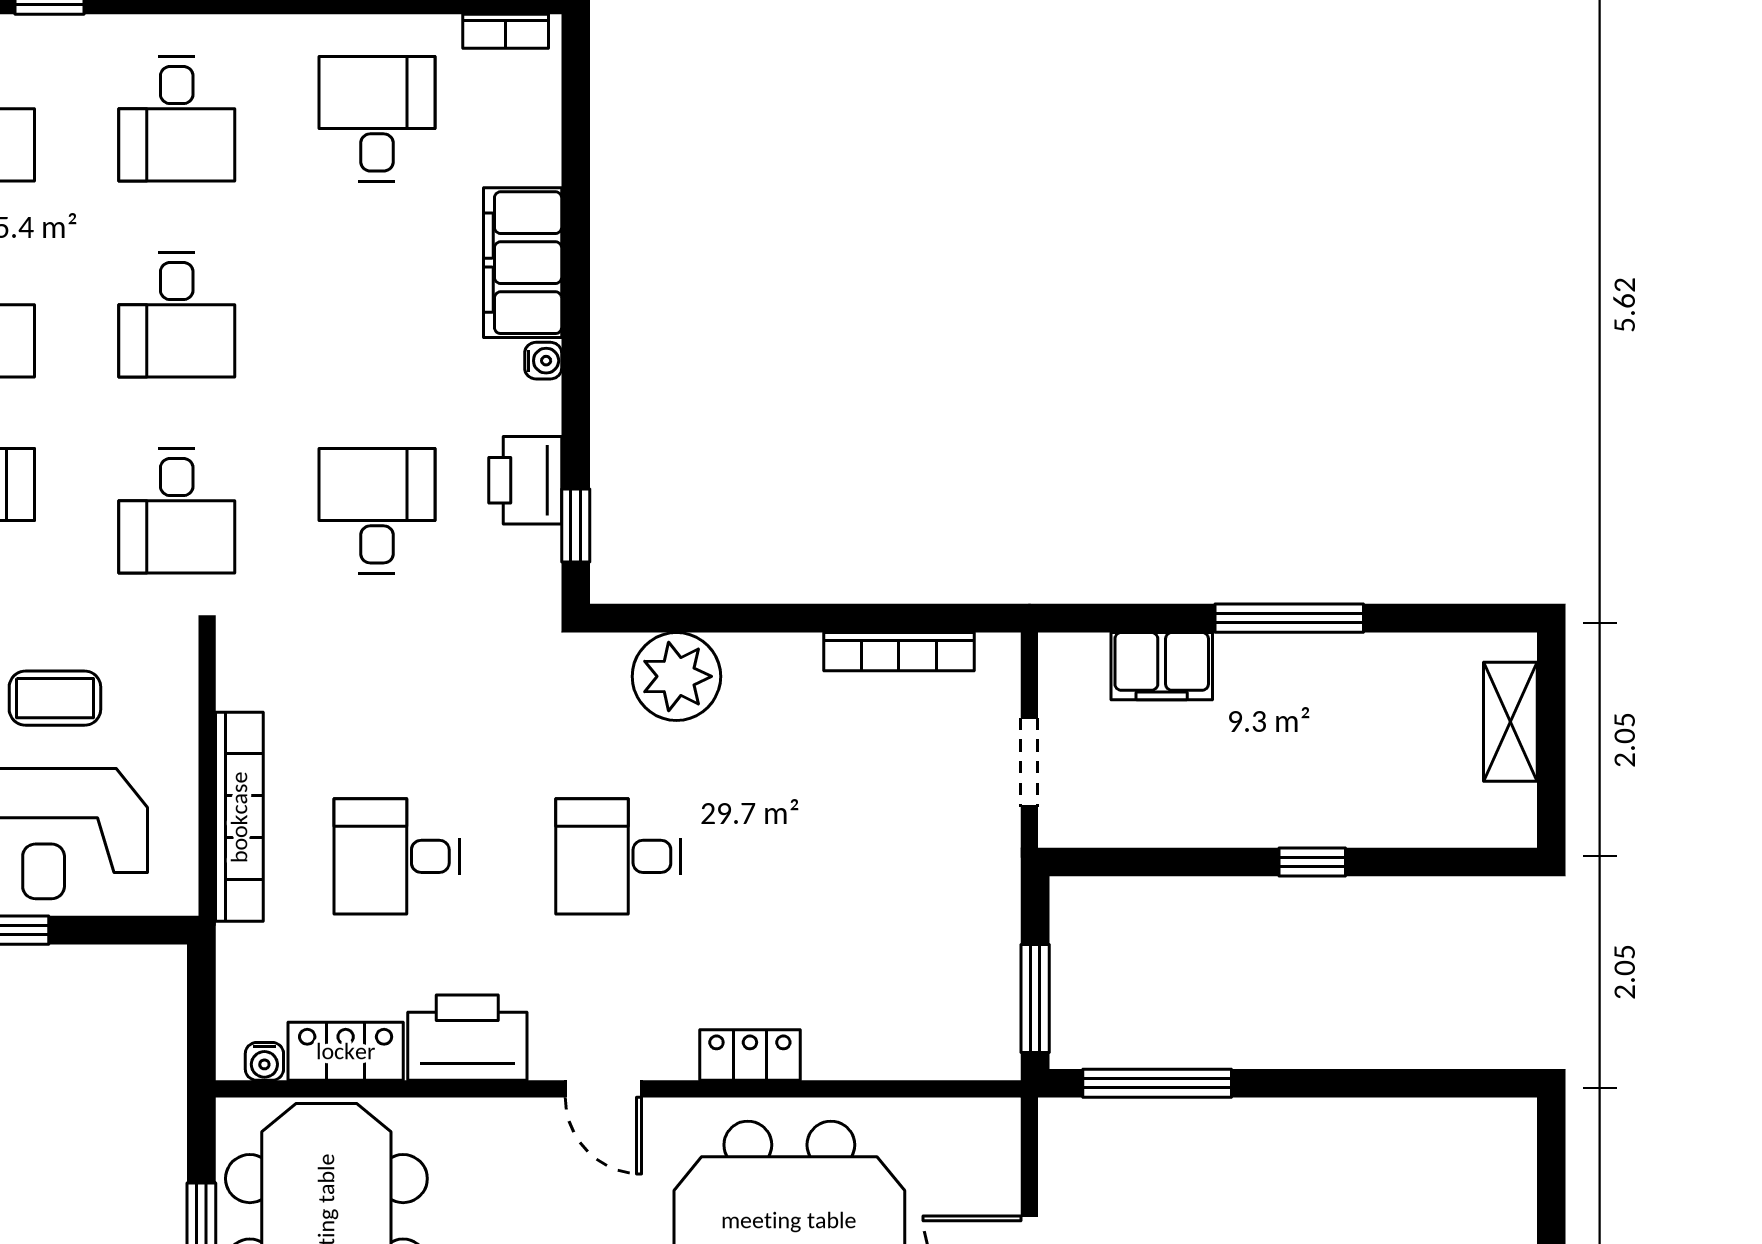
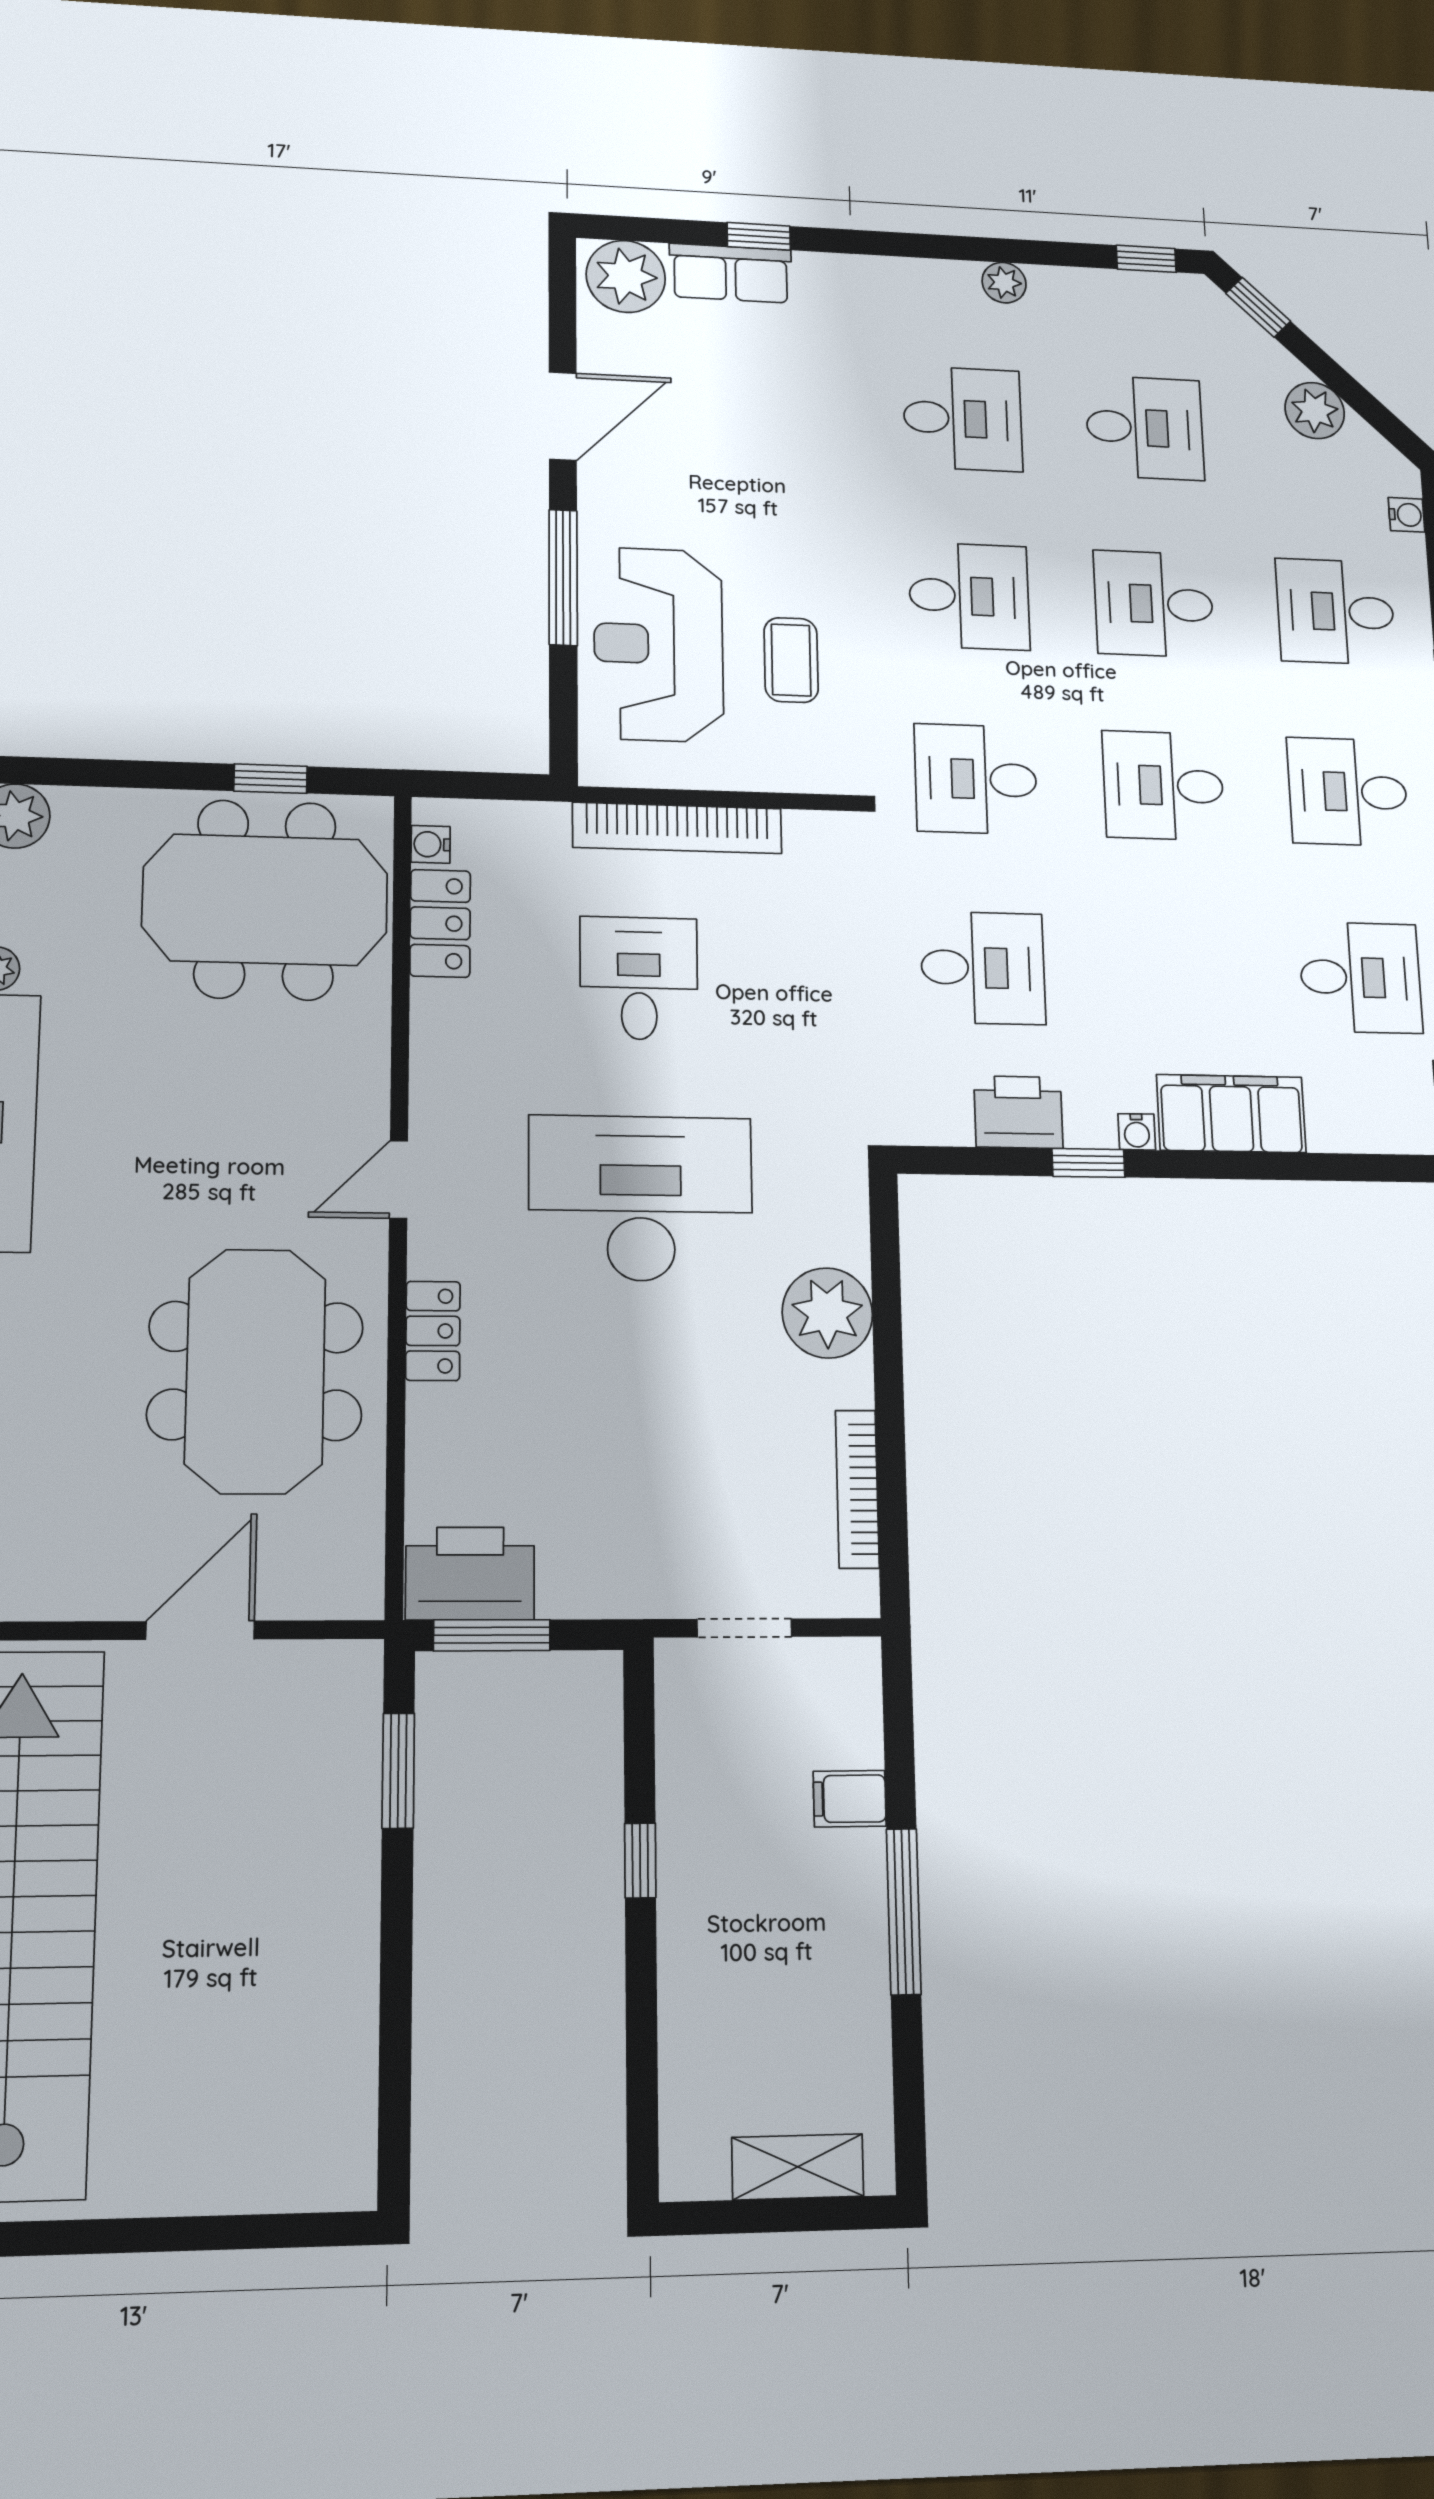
window: (576, 526) -> (1088, 1163), moved
filing cabinet: (1162, 666) -> (850, 1799), width x0.50
plant: (676, 676) -> (827, 1313), moved
desk: (618, 856) -> (641, 1198), width x1.87, depth x1.30
window: (1312, 862) -> (640, 1861), moved
printer: (467, 1038) -> (470, 1573), moved, turned -90
window: (1157, 1083) -> (398, 1771), width x0.69

